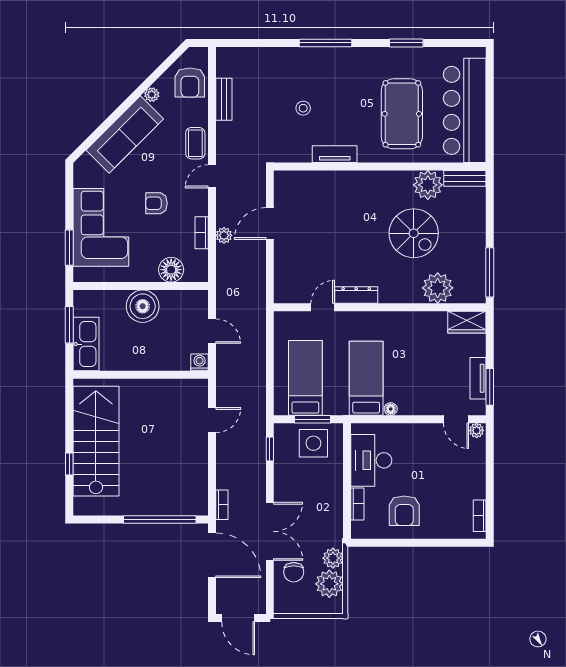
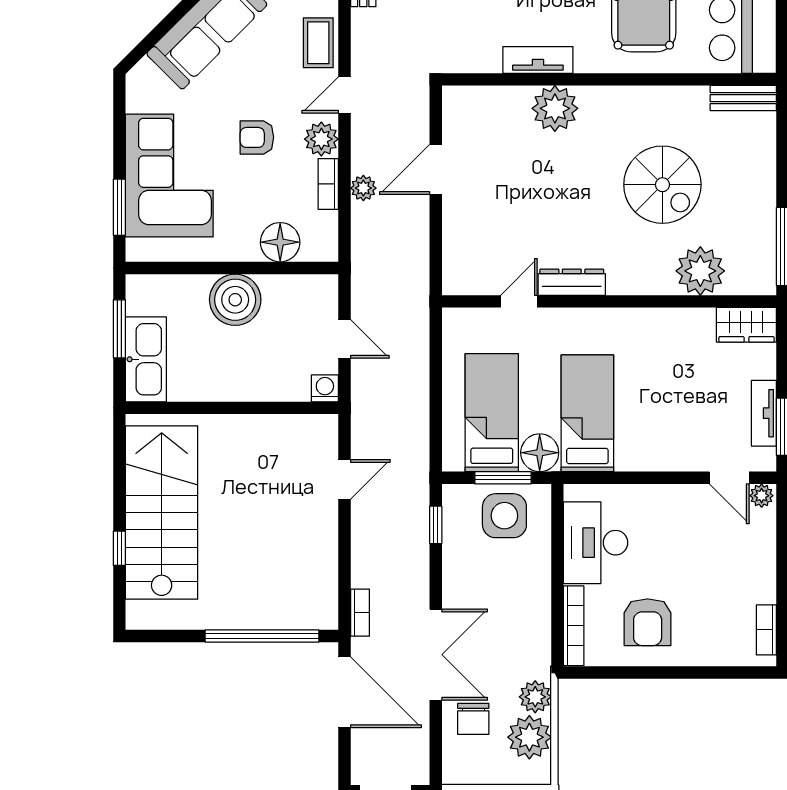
plant: (428, 185) -> (555, 108), moved
plant: (197, 204) -> (321, 139), added
floor lamp: (391, 409) -> (540, 453), moved, width x1.89, depth x1.89
bookcase: (357, 504) -> (574, 626), width x1.56

